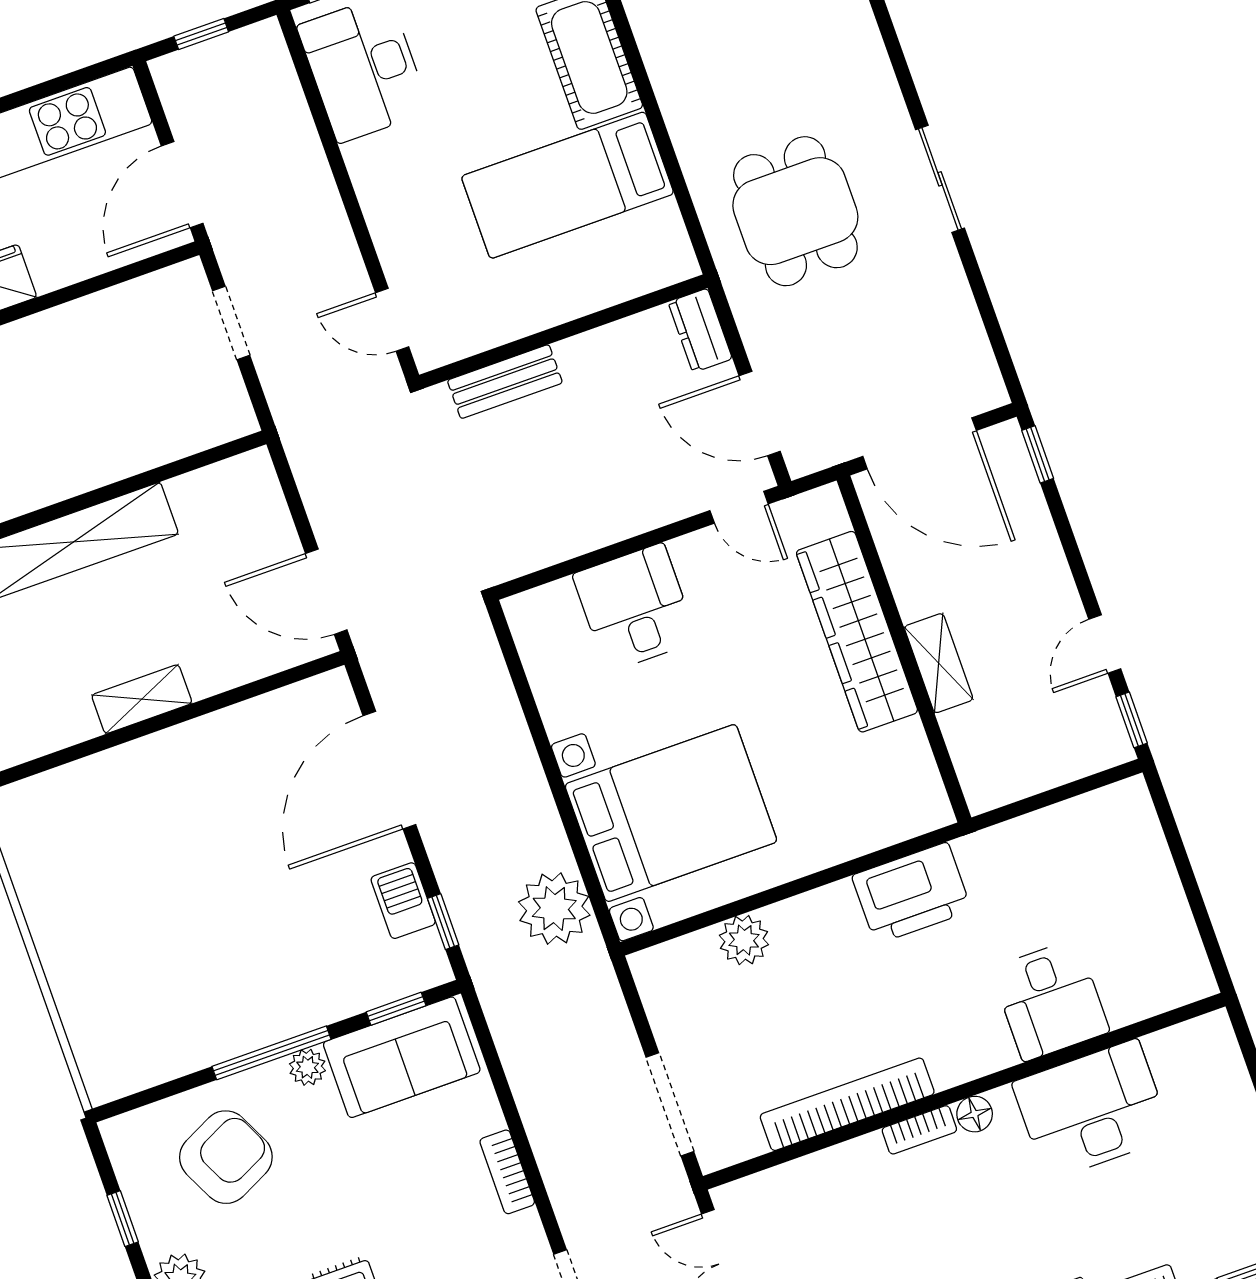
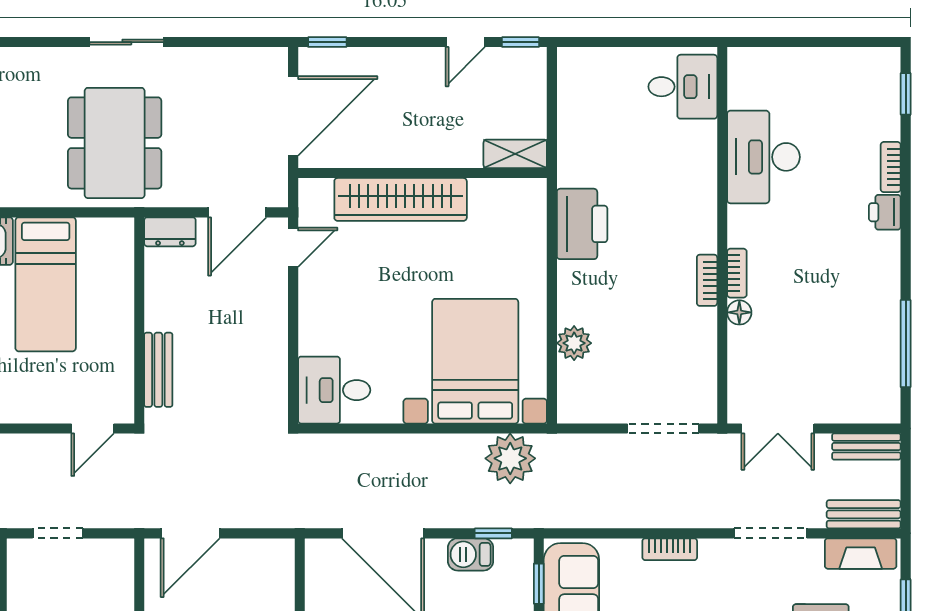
dining table: (795, 211) -> (115, 143), width x1.38
door: (326, 592) -> (190, 533), moved
desk: (635, 608) -> (334, 390), moved
door: (1105, 644) -> (465, 42), hinge flipped
shelving: (939, 663) -> (515, 154), moved
desk: (1050, 1000) -> (683, 87), moved
bookcase: (847, 1104) -> (707, 280), width x0.43, depth x0.76
floor lamp: (975, 1114) -> (739, 312), moved

